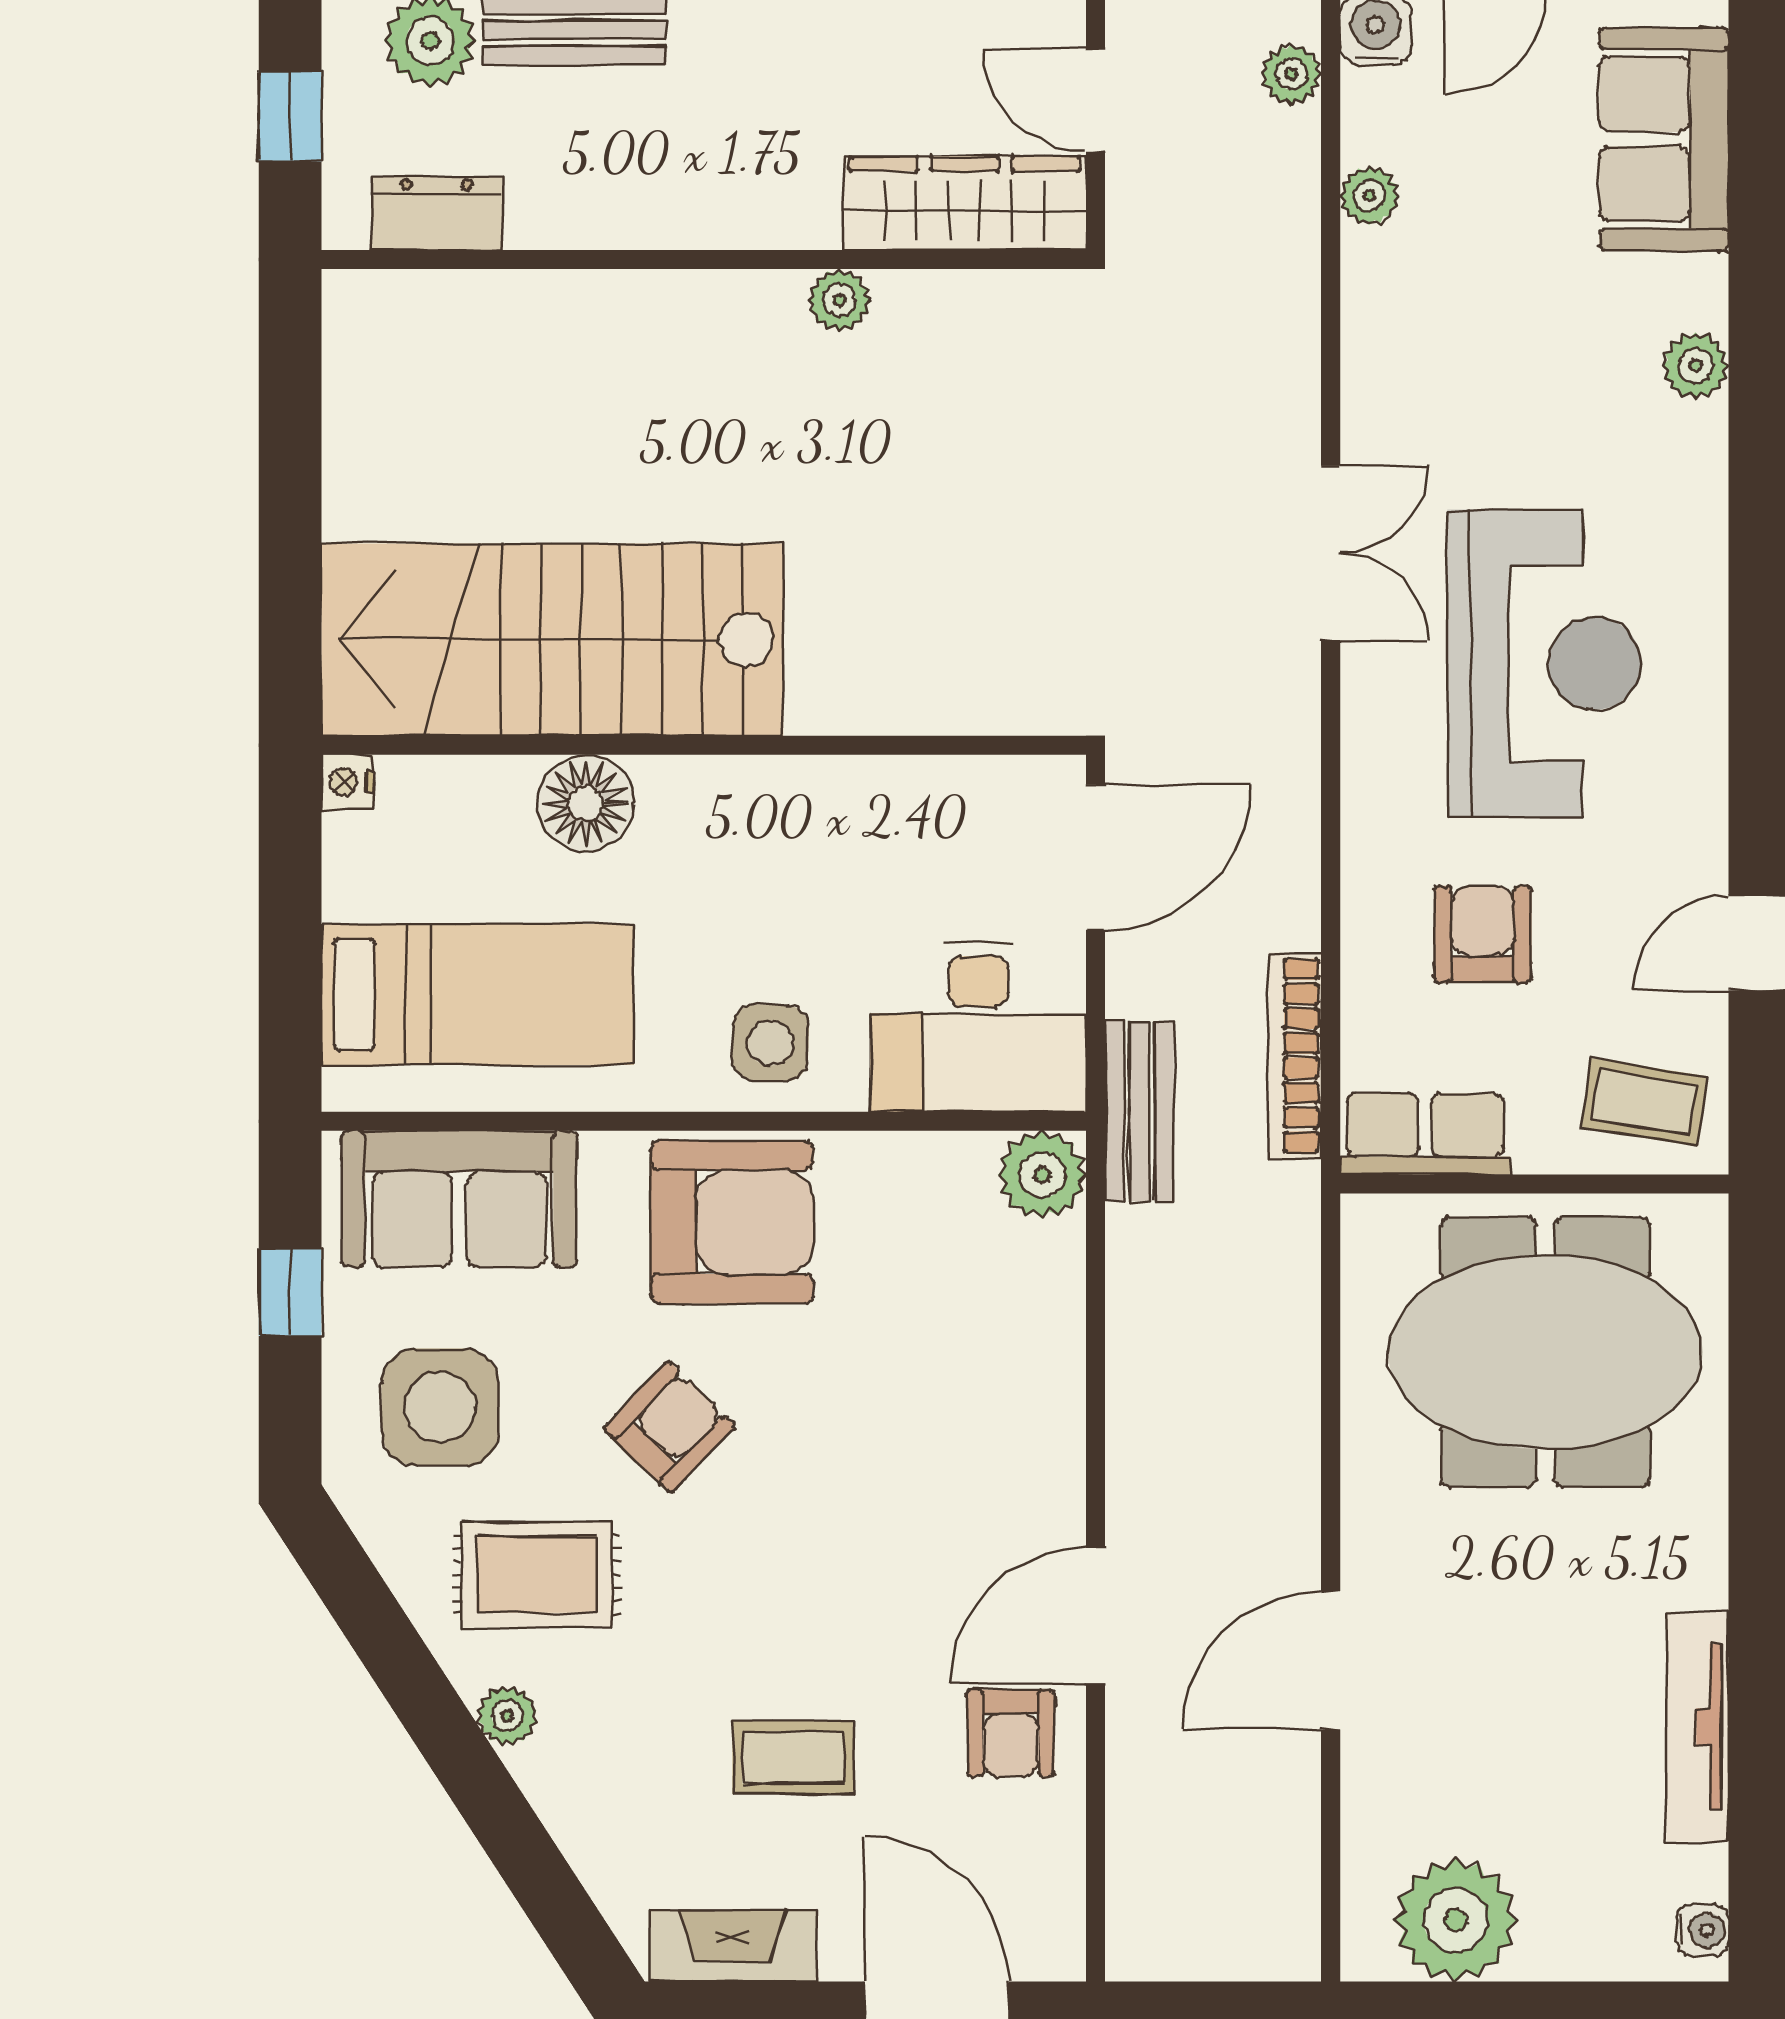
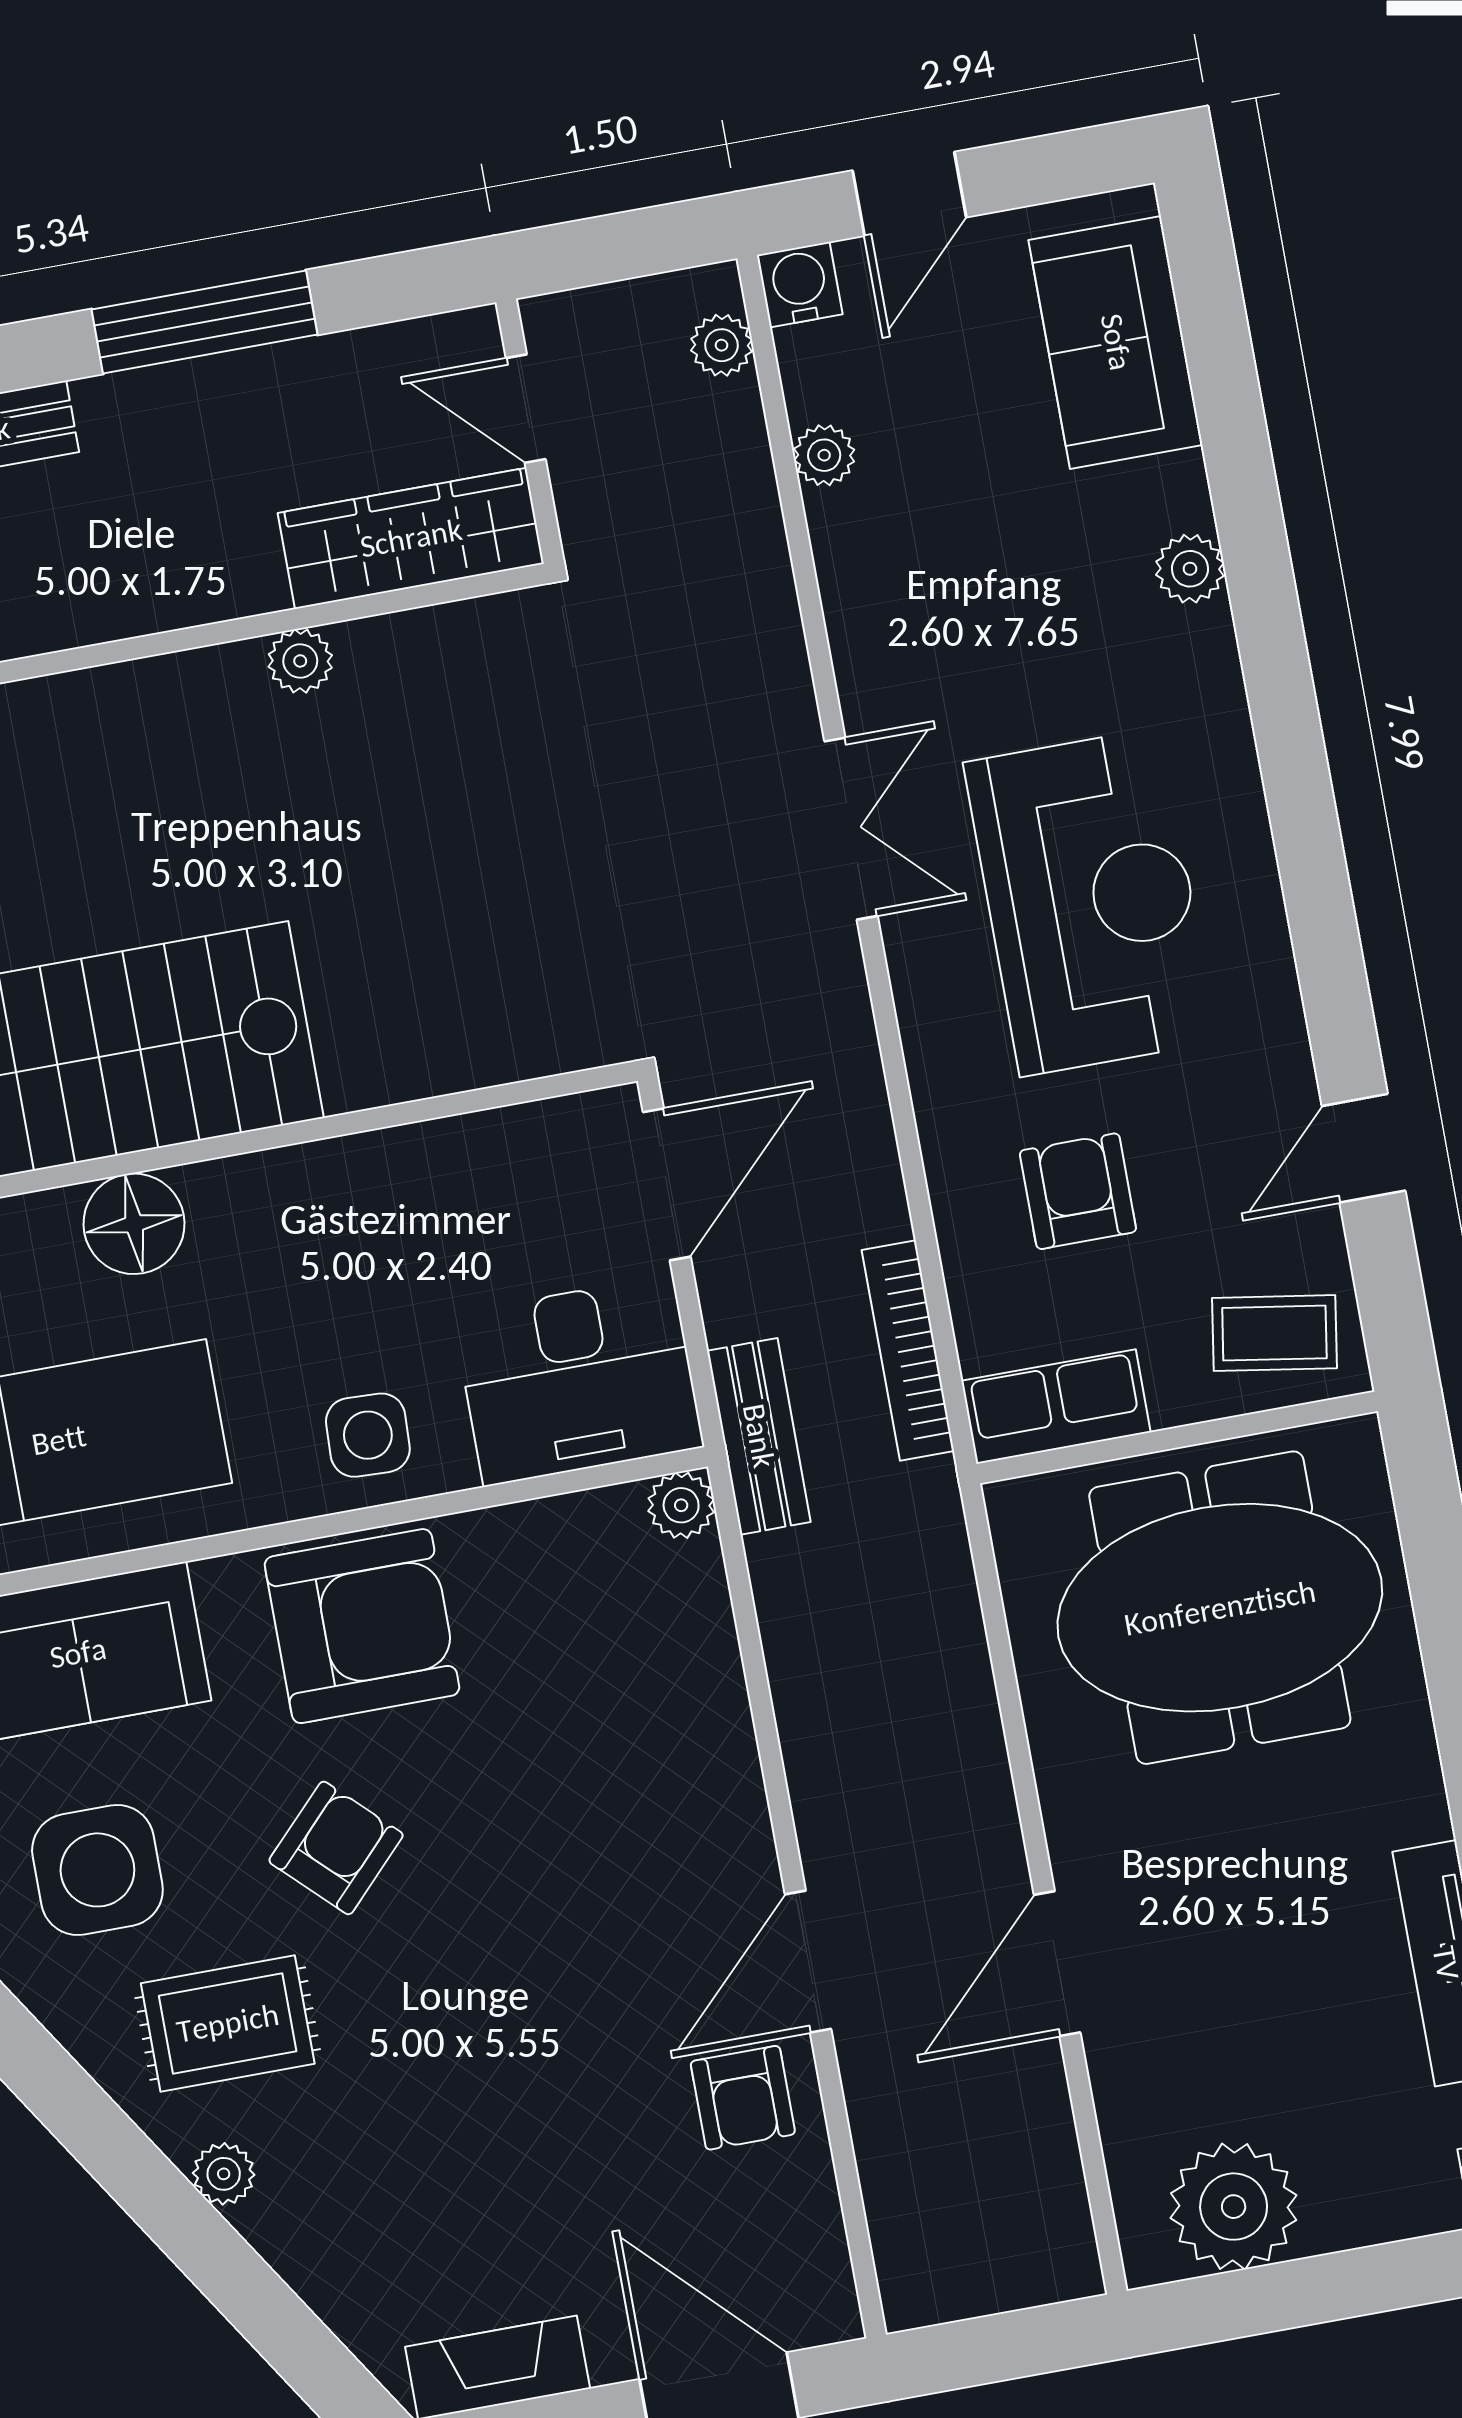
plant: (1042, 1175) -> (681, 1505), width x0.73, depth x0.73
coffee table: (793, 1757) -> (524, 2163), removed

